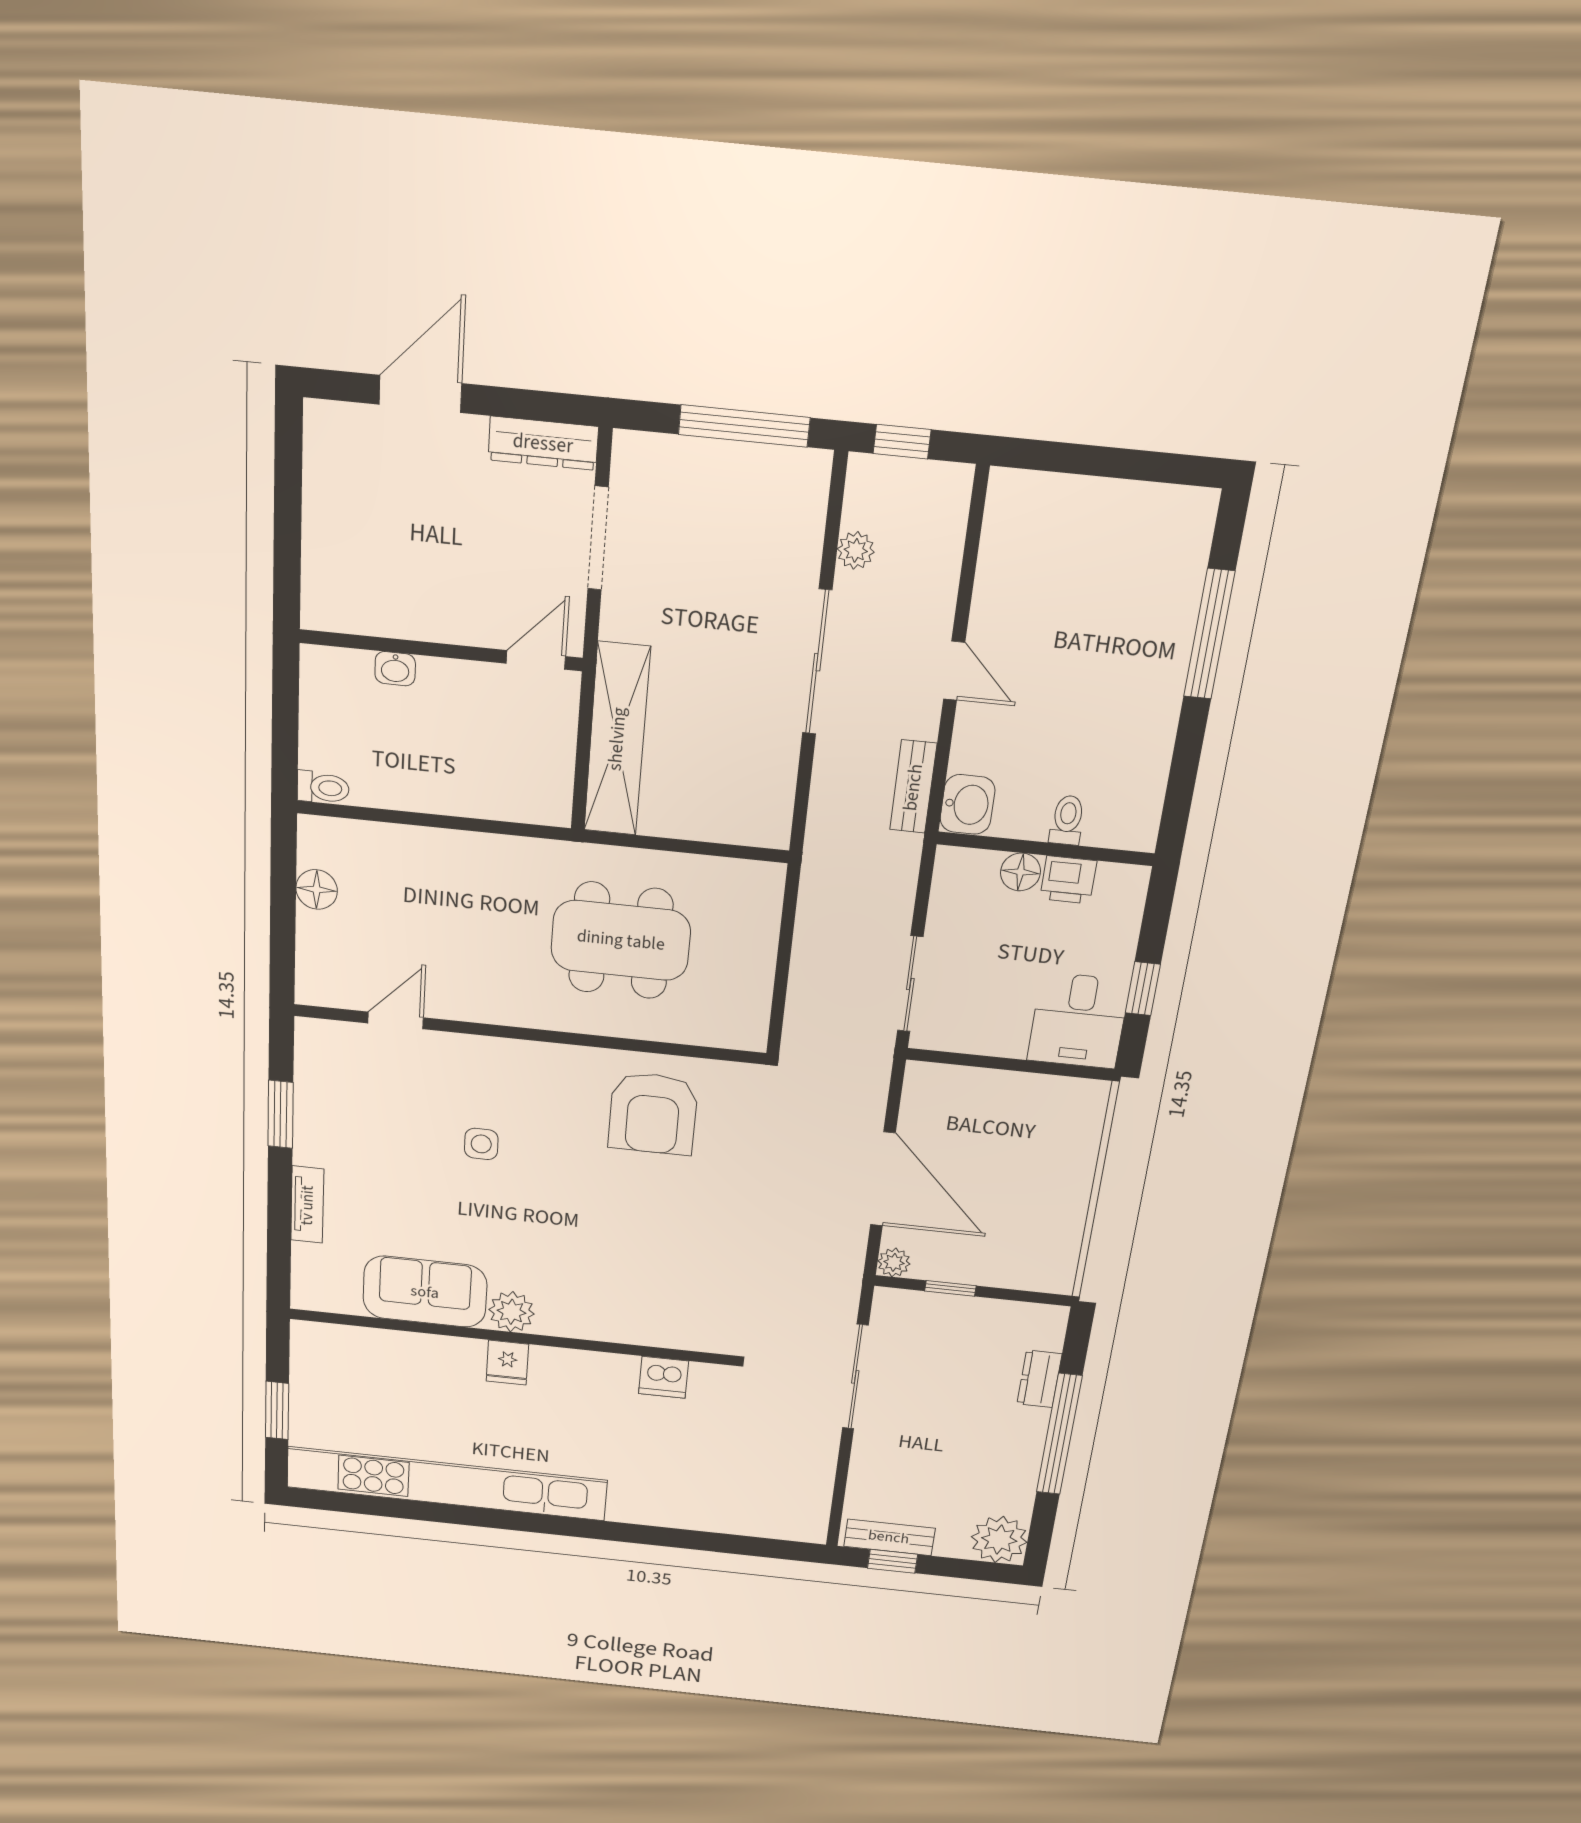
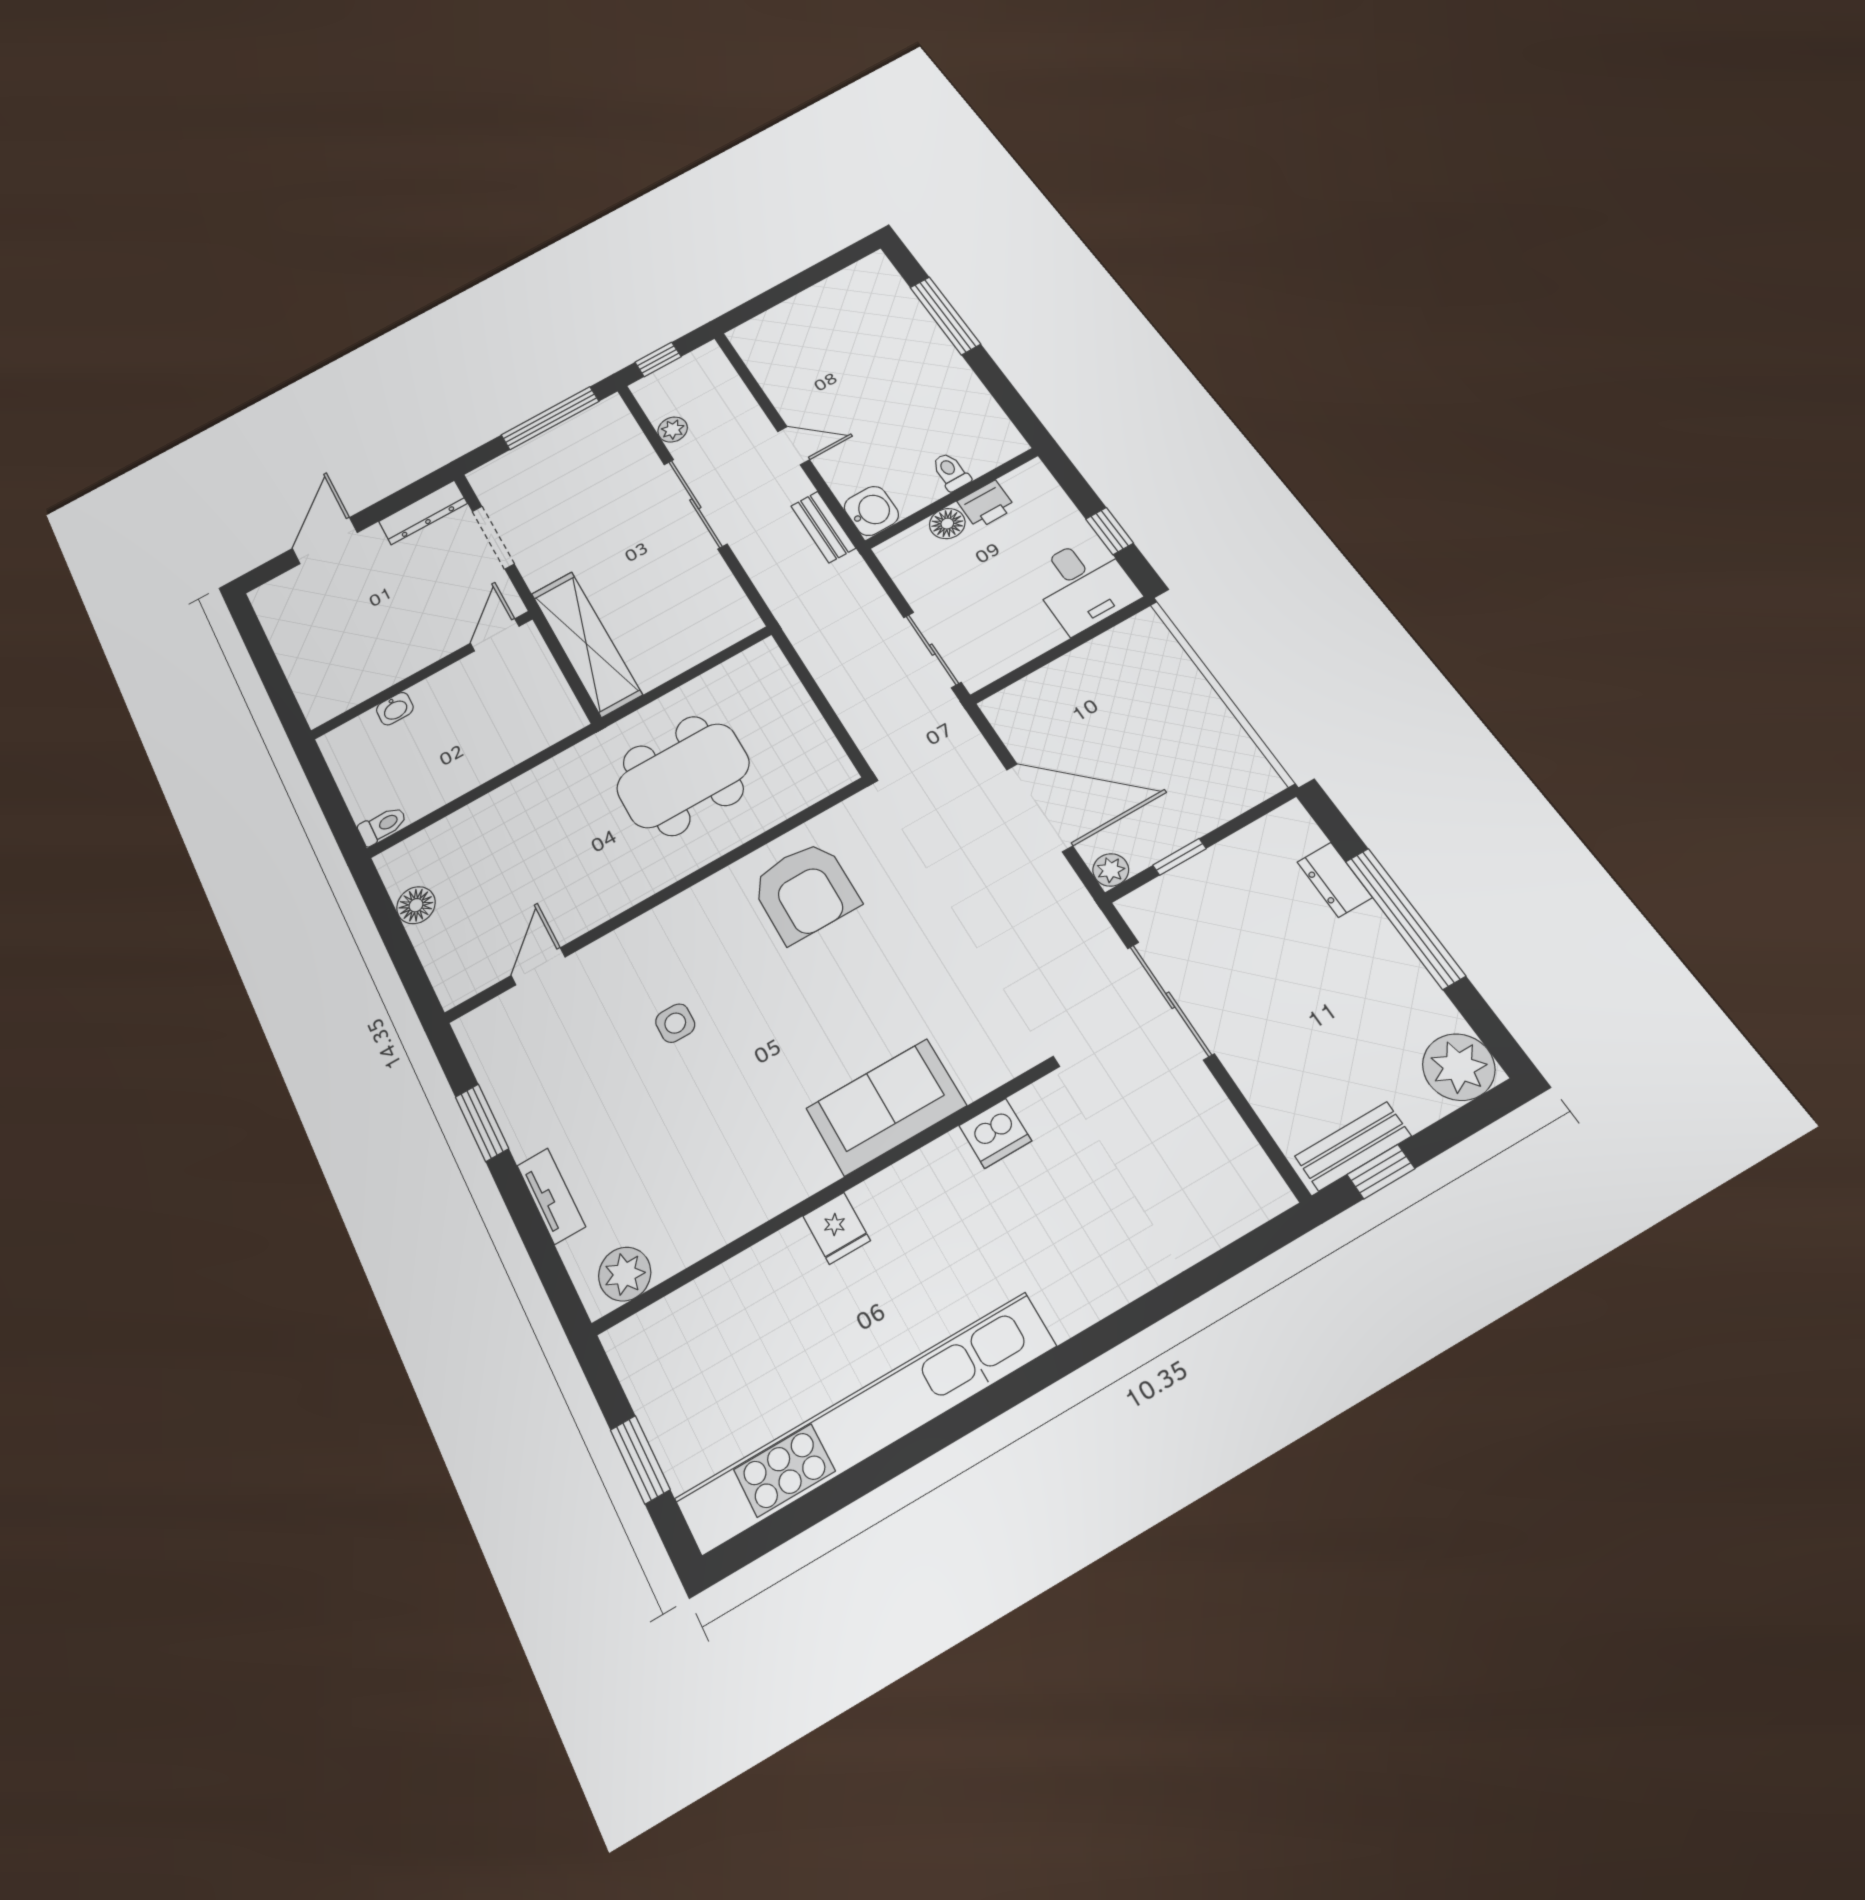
sofa: (425, 1292) -> (886, 1107), moved
plant: (512, 1312) -> (625, 1274), moved

